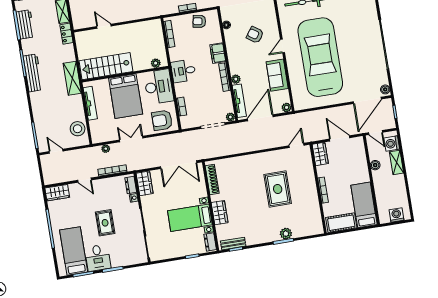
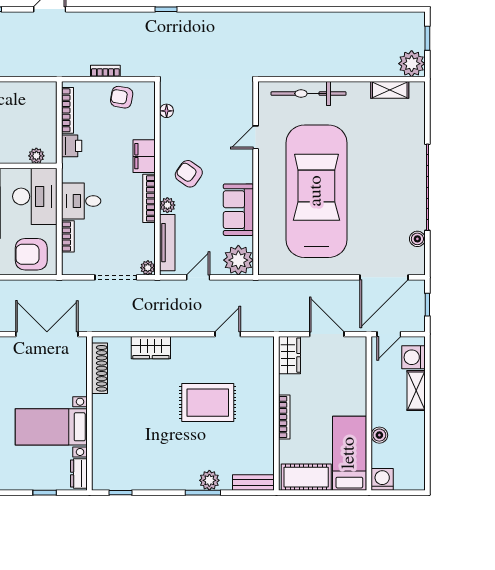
armchair: (255, 35) -> (189, 174), moved
door: (282, 46) -> (256, 137), moved
printer: (175, 54) -> (72, 146), added
desk: (183, 71) -> (81, 201), moved
boiler: (385, 89) -> (417, 239), moved
plant: (287, 107) -> (238, 260), width x1.87, depth x1.87
door: (260, 118) -> (198, 277), width x0.53
door: (375, 132) -> (389, 334), hinge flipped
door: (297, 145) -> (228, 334), moved
double door: (179, 165) -> (47, 334), swing flipped
boiler: (375, 165) -> (379, 435), moved
rug: (278, 189) -> (208, 403), turned 90
wardrobe: (220, 213) -> (151, 348), moved, turned 90
washing machine: (397, 215) -> (382, 479), moved
bench: (233, 244) -> (253, 482), moved

